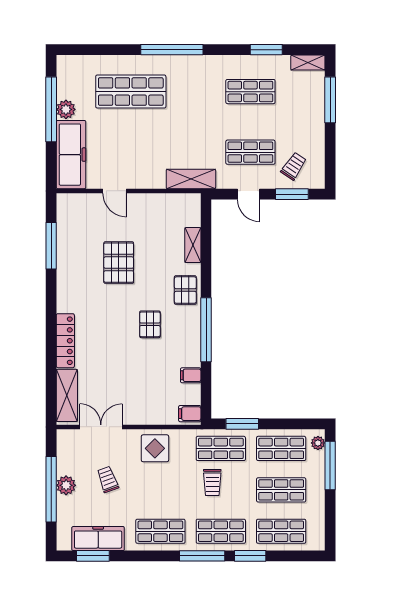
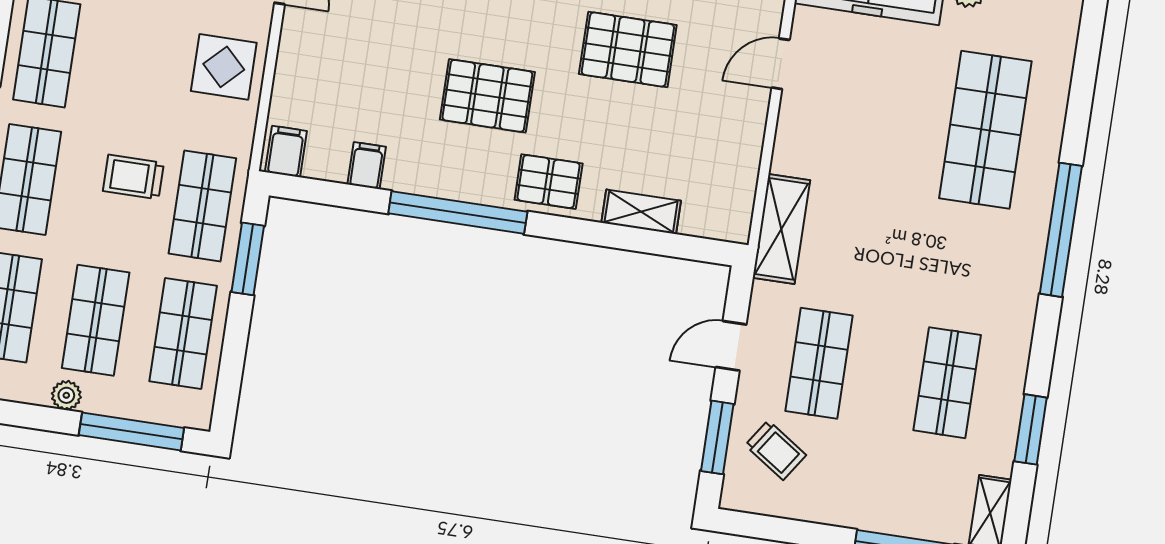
pallet: (150, 324) -> (487, 96), width x1.50, depth x1.42
plant: (318, 443) -> (66, 395), moved

